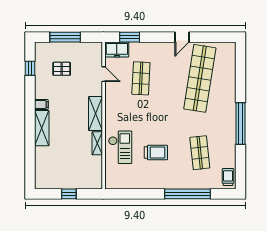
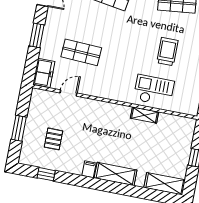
window: (65, 37) -> (19, 128), width x0.69
window: (130, 37) -> (37, 35), moved
shelving: (96, 114) -> (165, 184), moved

